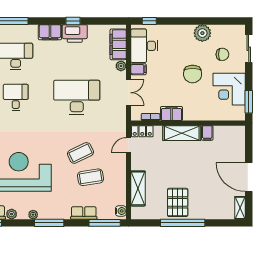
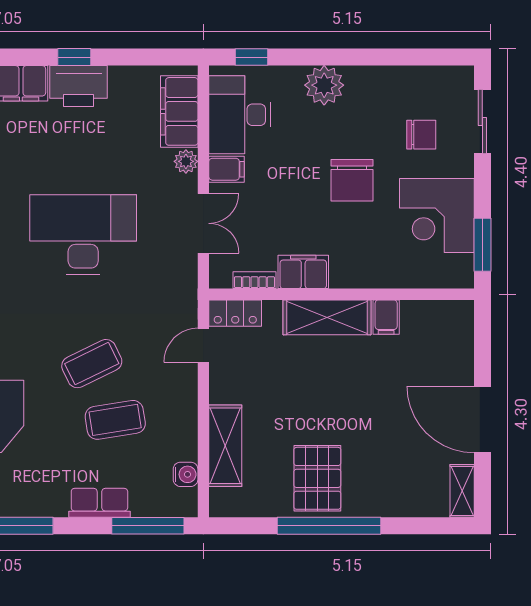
plant: (202, 33) -> (324, 85), moved
water cooler: (121, 211) -> (186, 474), moved

